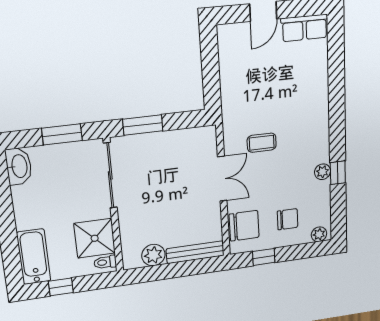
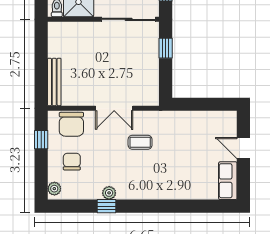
window: (143, 125) -> (166, 48), width x0.67
coffee table: (262, 143) -> (140, 142), turned 90
chair: (288, 219) -> (72, 162), turned 180
plant: (153, 255) -> (57, 47), removed

